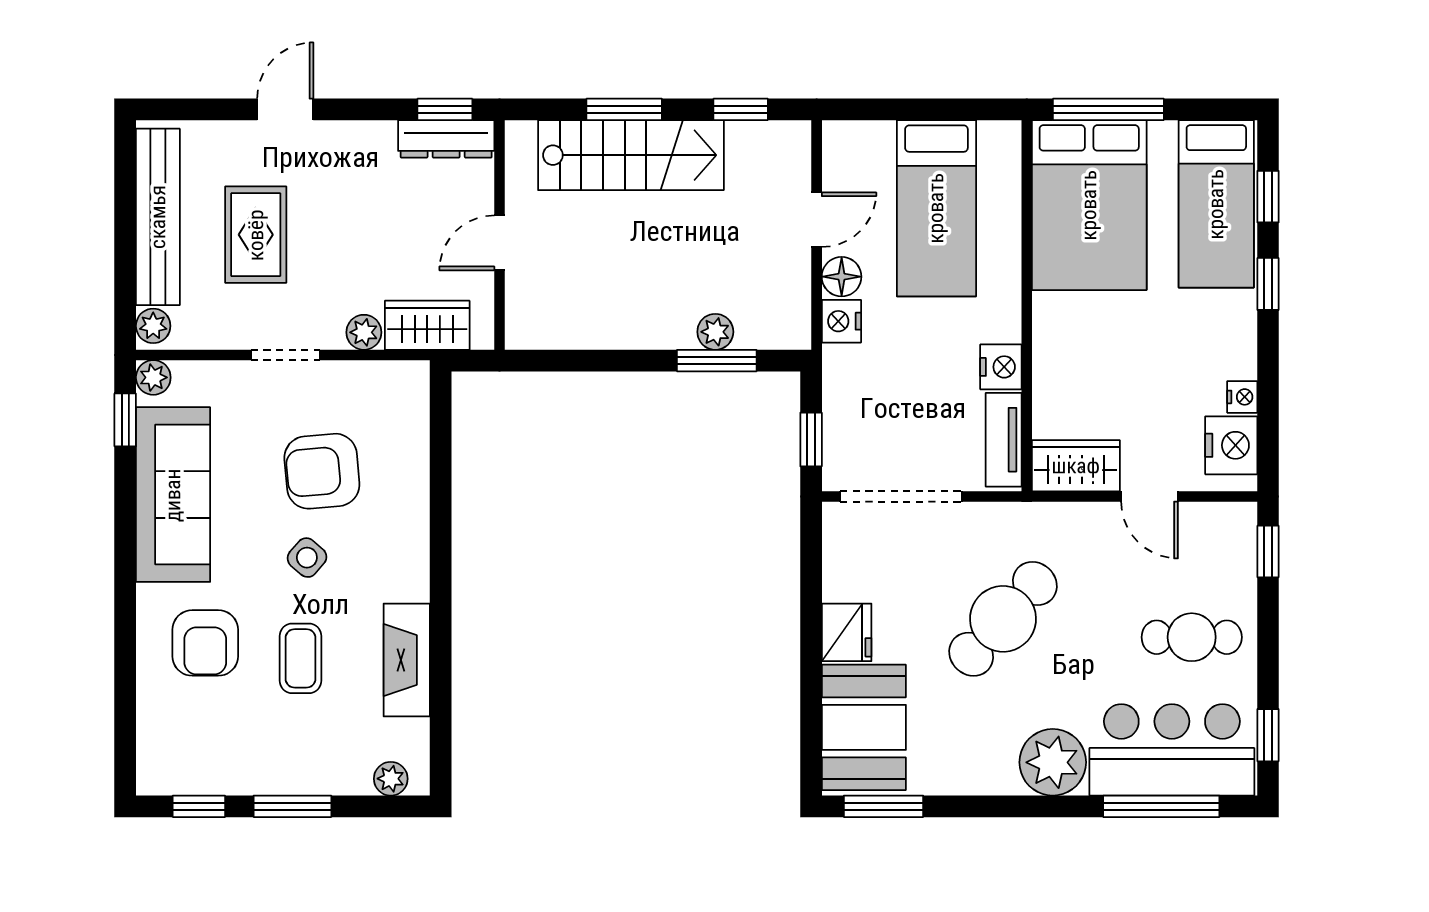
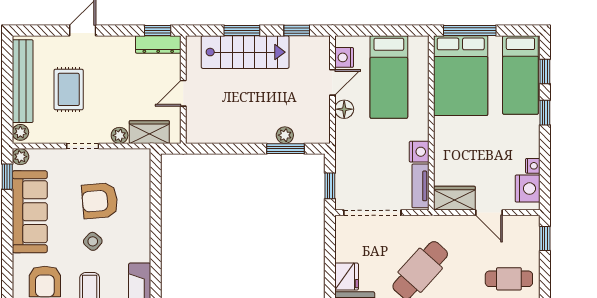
nightstand: (841, 321) -> (344, 57), moved

